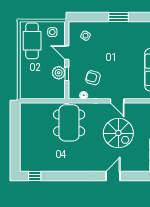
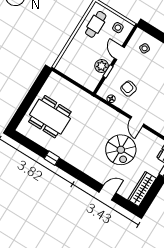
cafe table: (32, 41) -> (96, 24), width x0.73, depth x0.74
dining table: (69, 123) -> (50, 117), moved, turned 90
window: (35, 176) -> (52, 158), moved
door: (113, 176) -> (107, 193), moved

